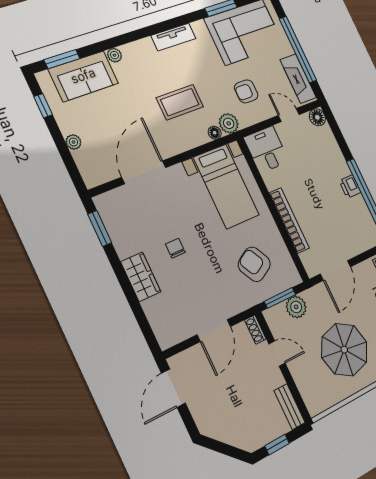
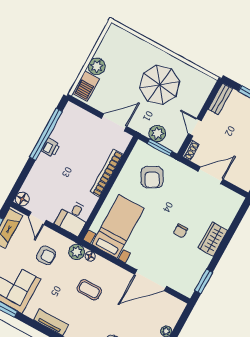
coffee table: (180, 102) -> (89, 290), width x0.73, depth x0.77

